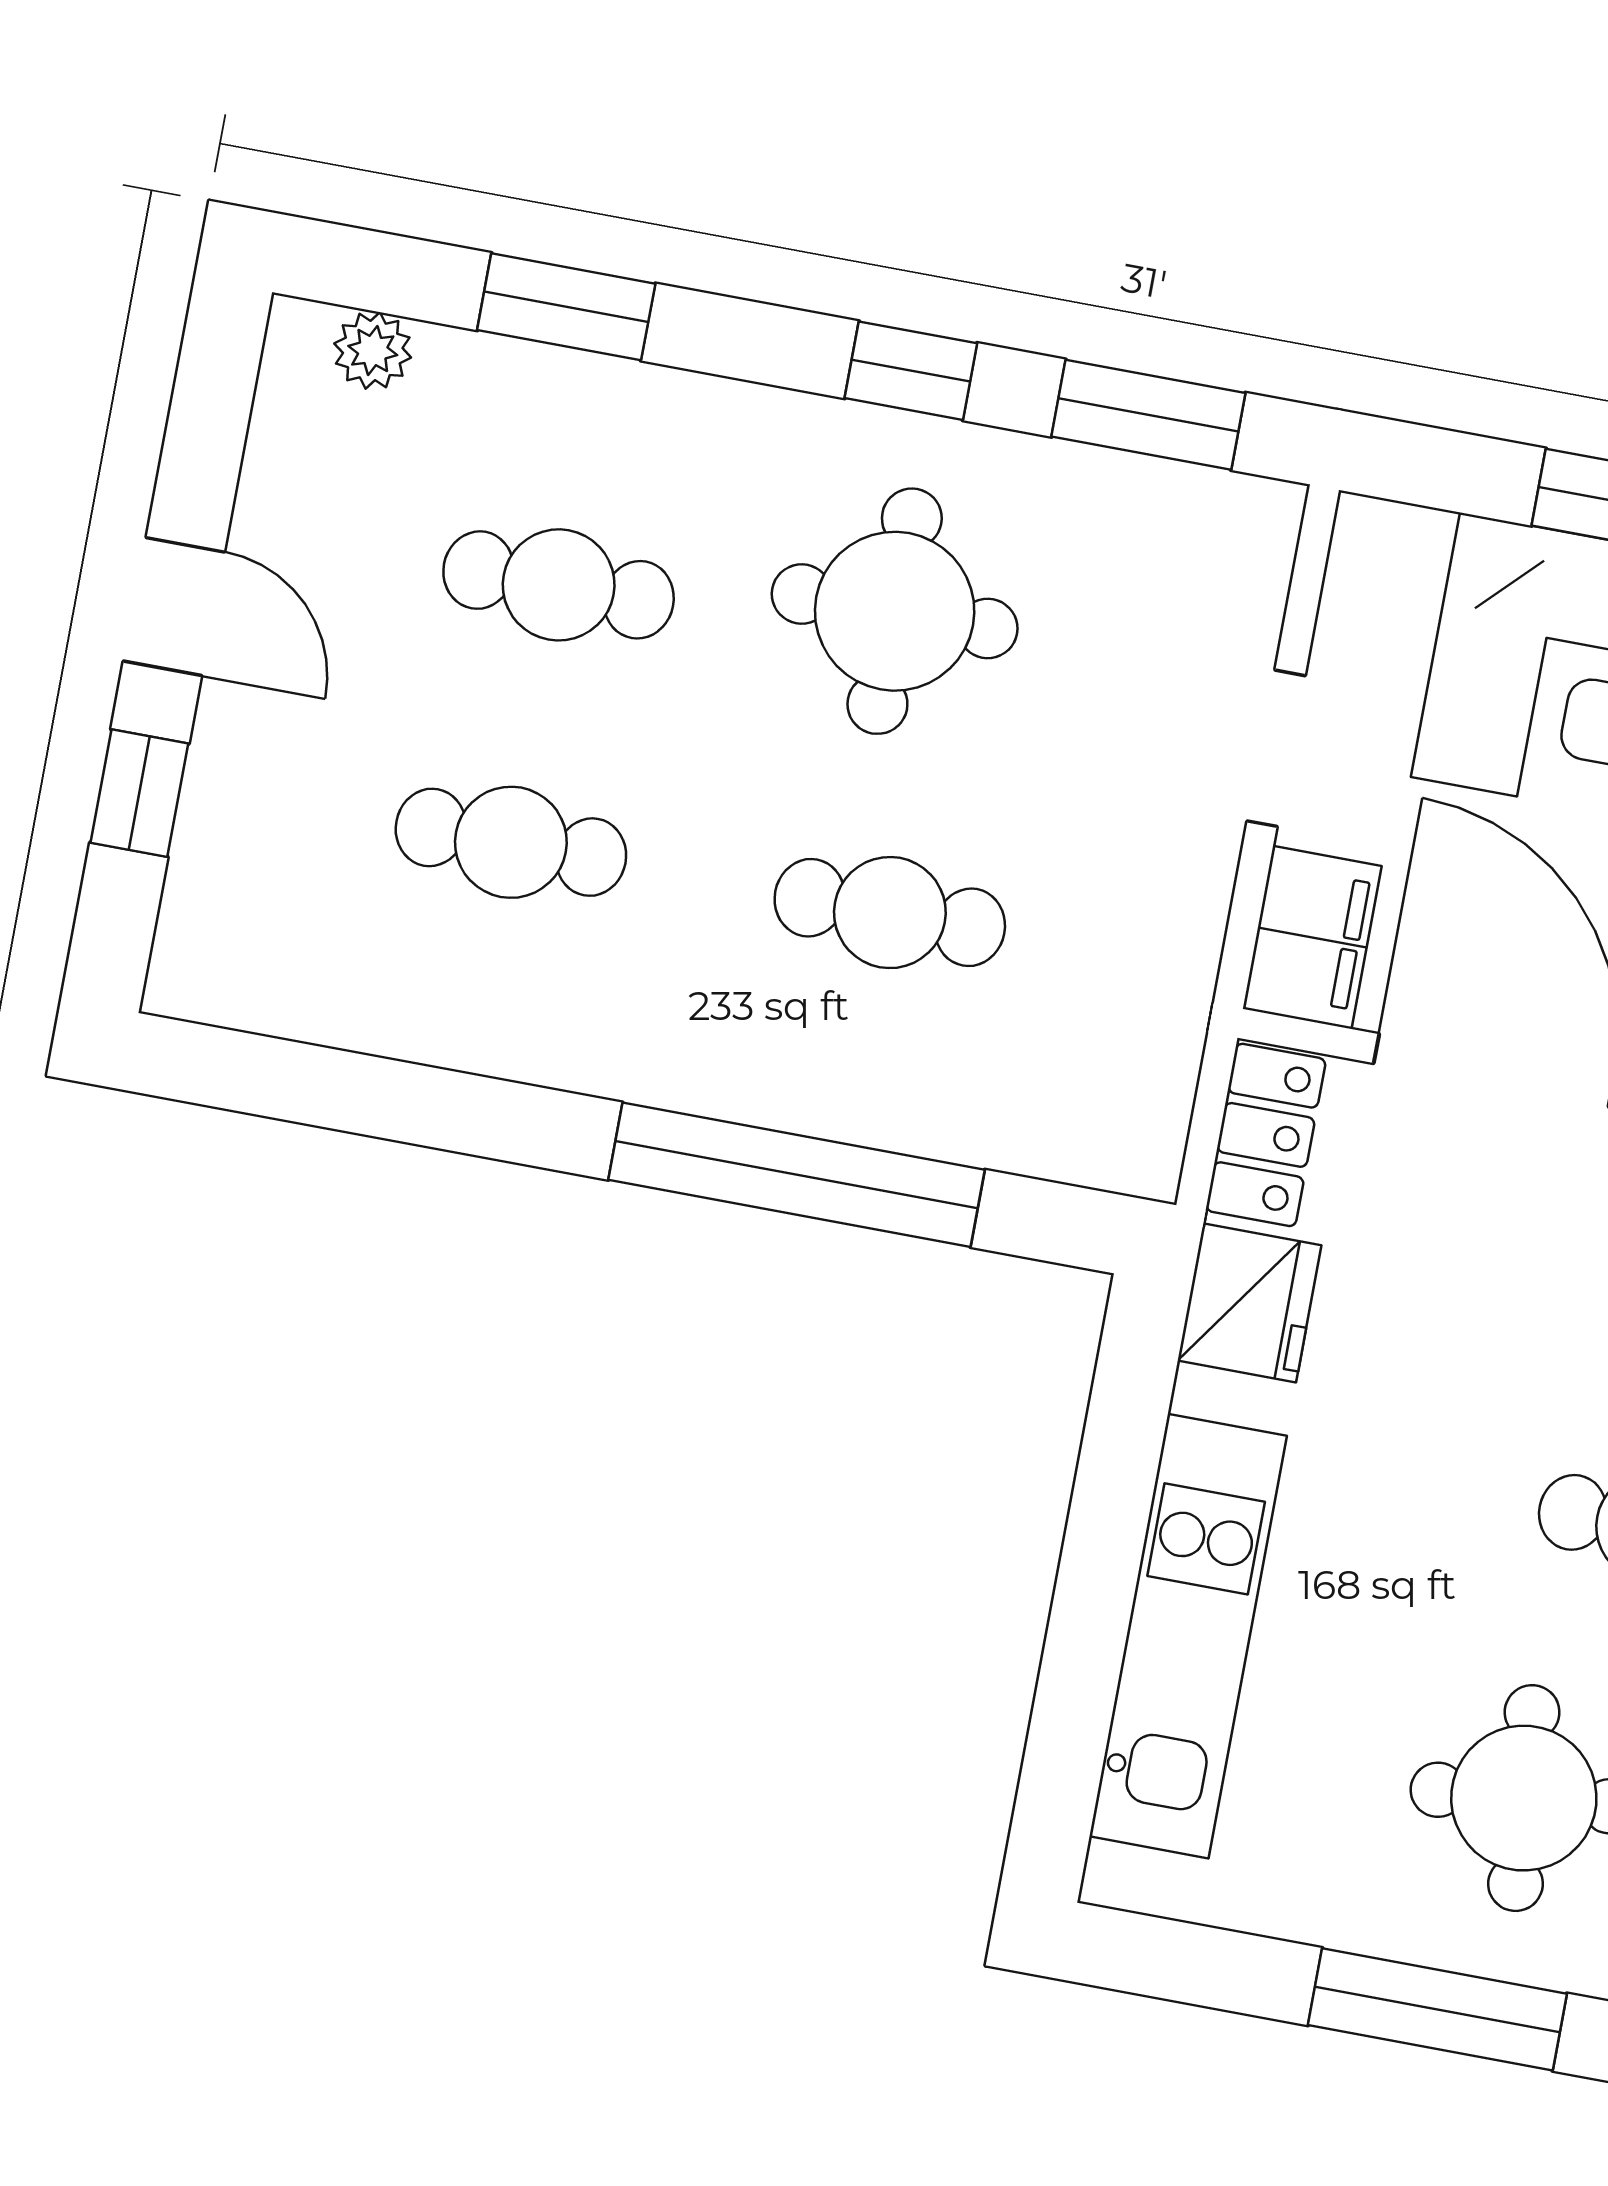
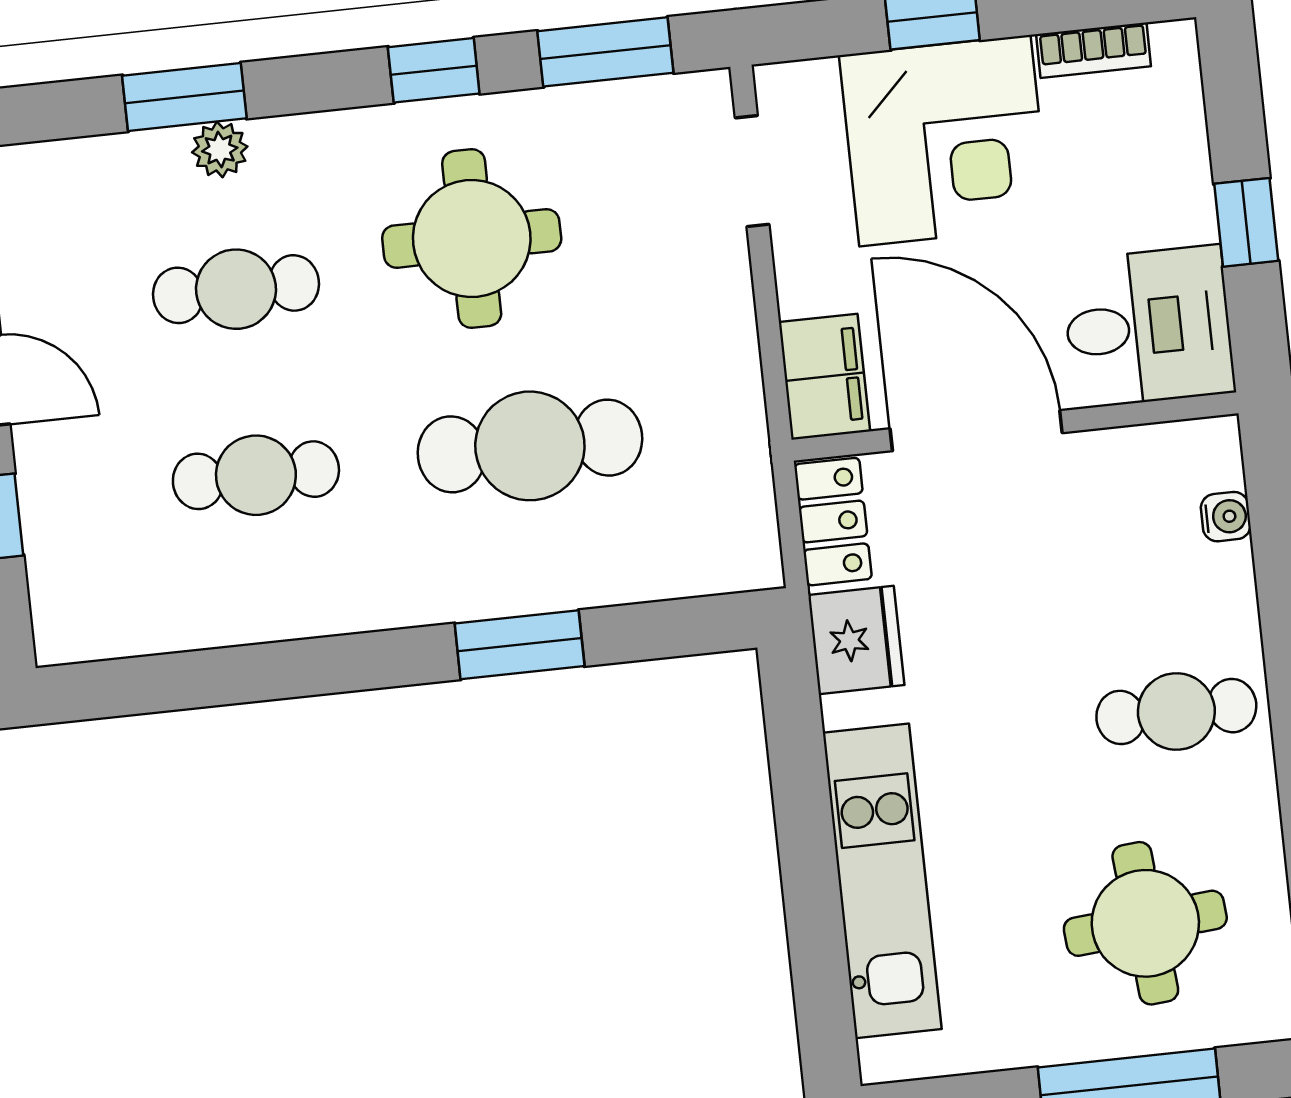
plant: (373, 351) -> (220, 149), moved
doorway: (1276, 748) -> (752, 171), moved
cafe table: (890, 913) -> (530, 446), width x1.37, depth x1.35
window: (797, 1175) -> (520, 645), width x0.47

